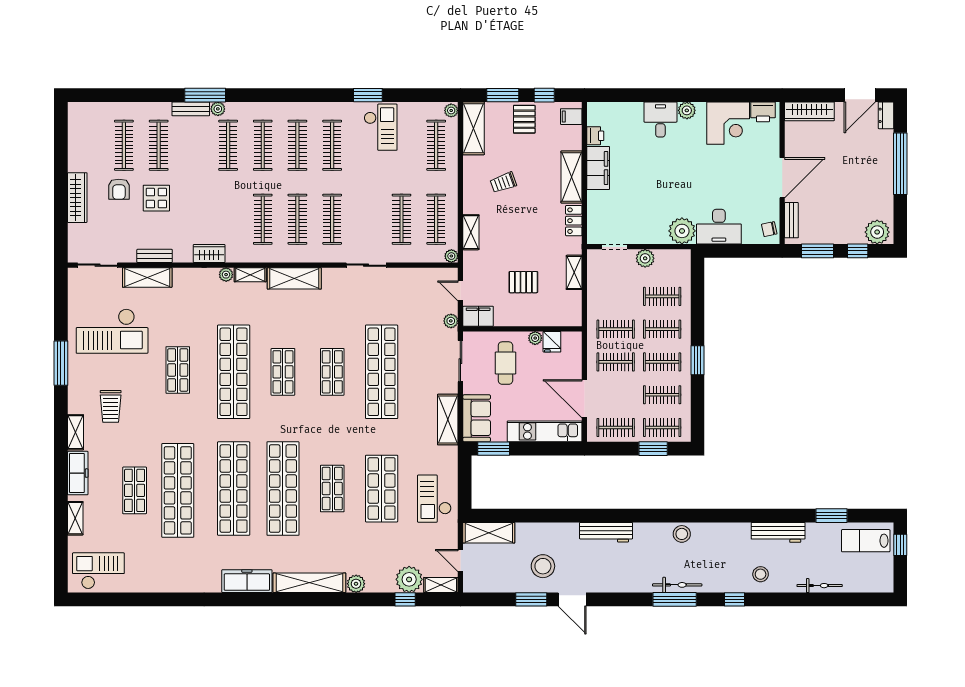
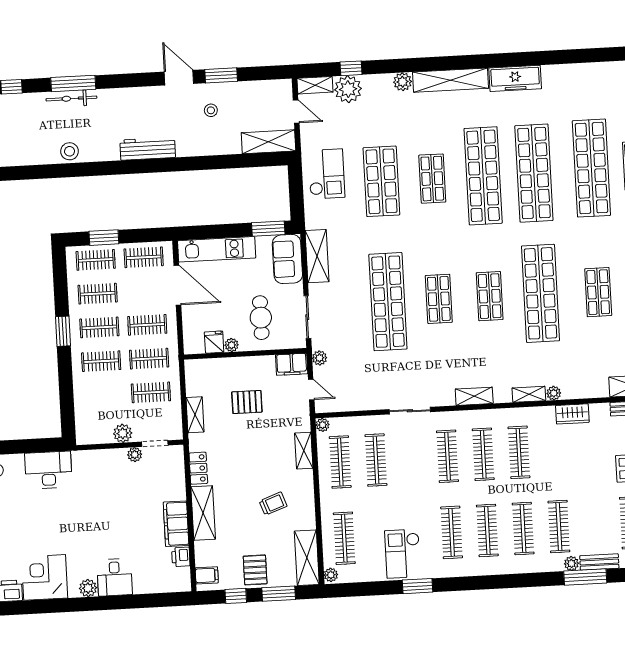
plant: (682, 231) -> (135, 455), moved, width x0.53, depth x0.53
shelving: (294, 278) -> (474, 396), width x0.67, depth x0.75
clothes rail: (662, 296) -> (151, 392), moved
stool: (543, 566) -> (211, 110), width x0.53, depth x0.53

